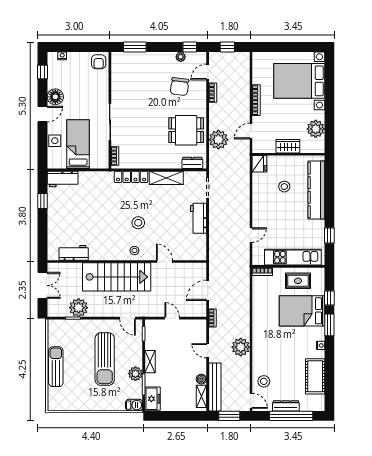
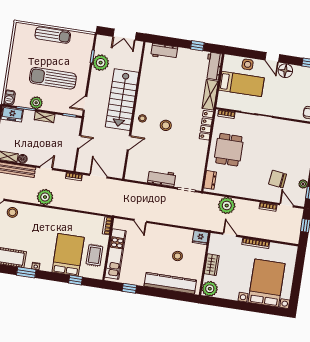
plant: (316, 129) -> (210, 289), moved
dining table: (186, 130) -> (229, 150), moved
shelving: (166, 178) -> (210, 95), moved
workbench: (74, 253) -> (164, 51), moved, turned 90
window: (329, 325) -> (26, 272), moved

